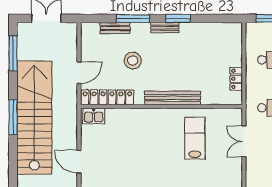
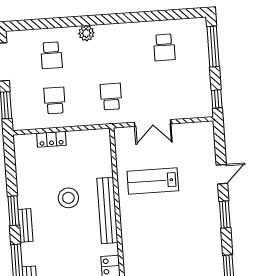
stool: (133, 60) -> (68, 198), moved
locker: (236, 79) -> (51, 139), moved

